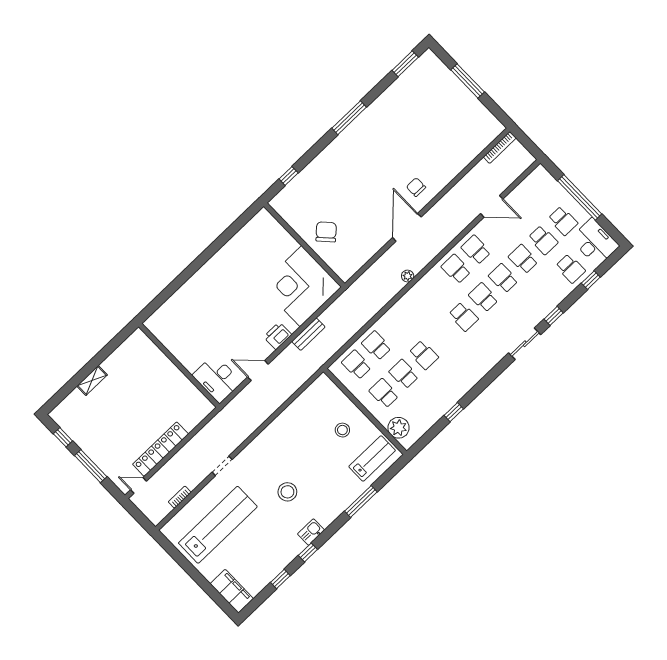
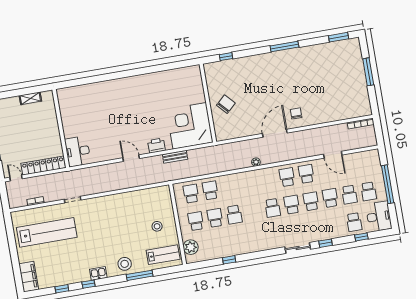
wall: (179, 365) -> (61, 128), moved
desk: (217, 379) -> (78, 151), moved
stool: (287, 492) -> (125, 264), moved

